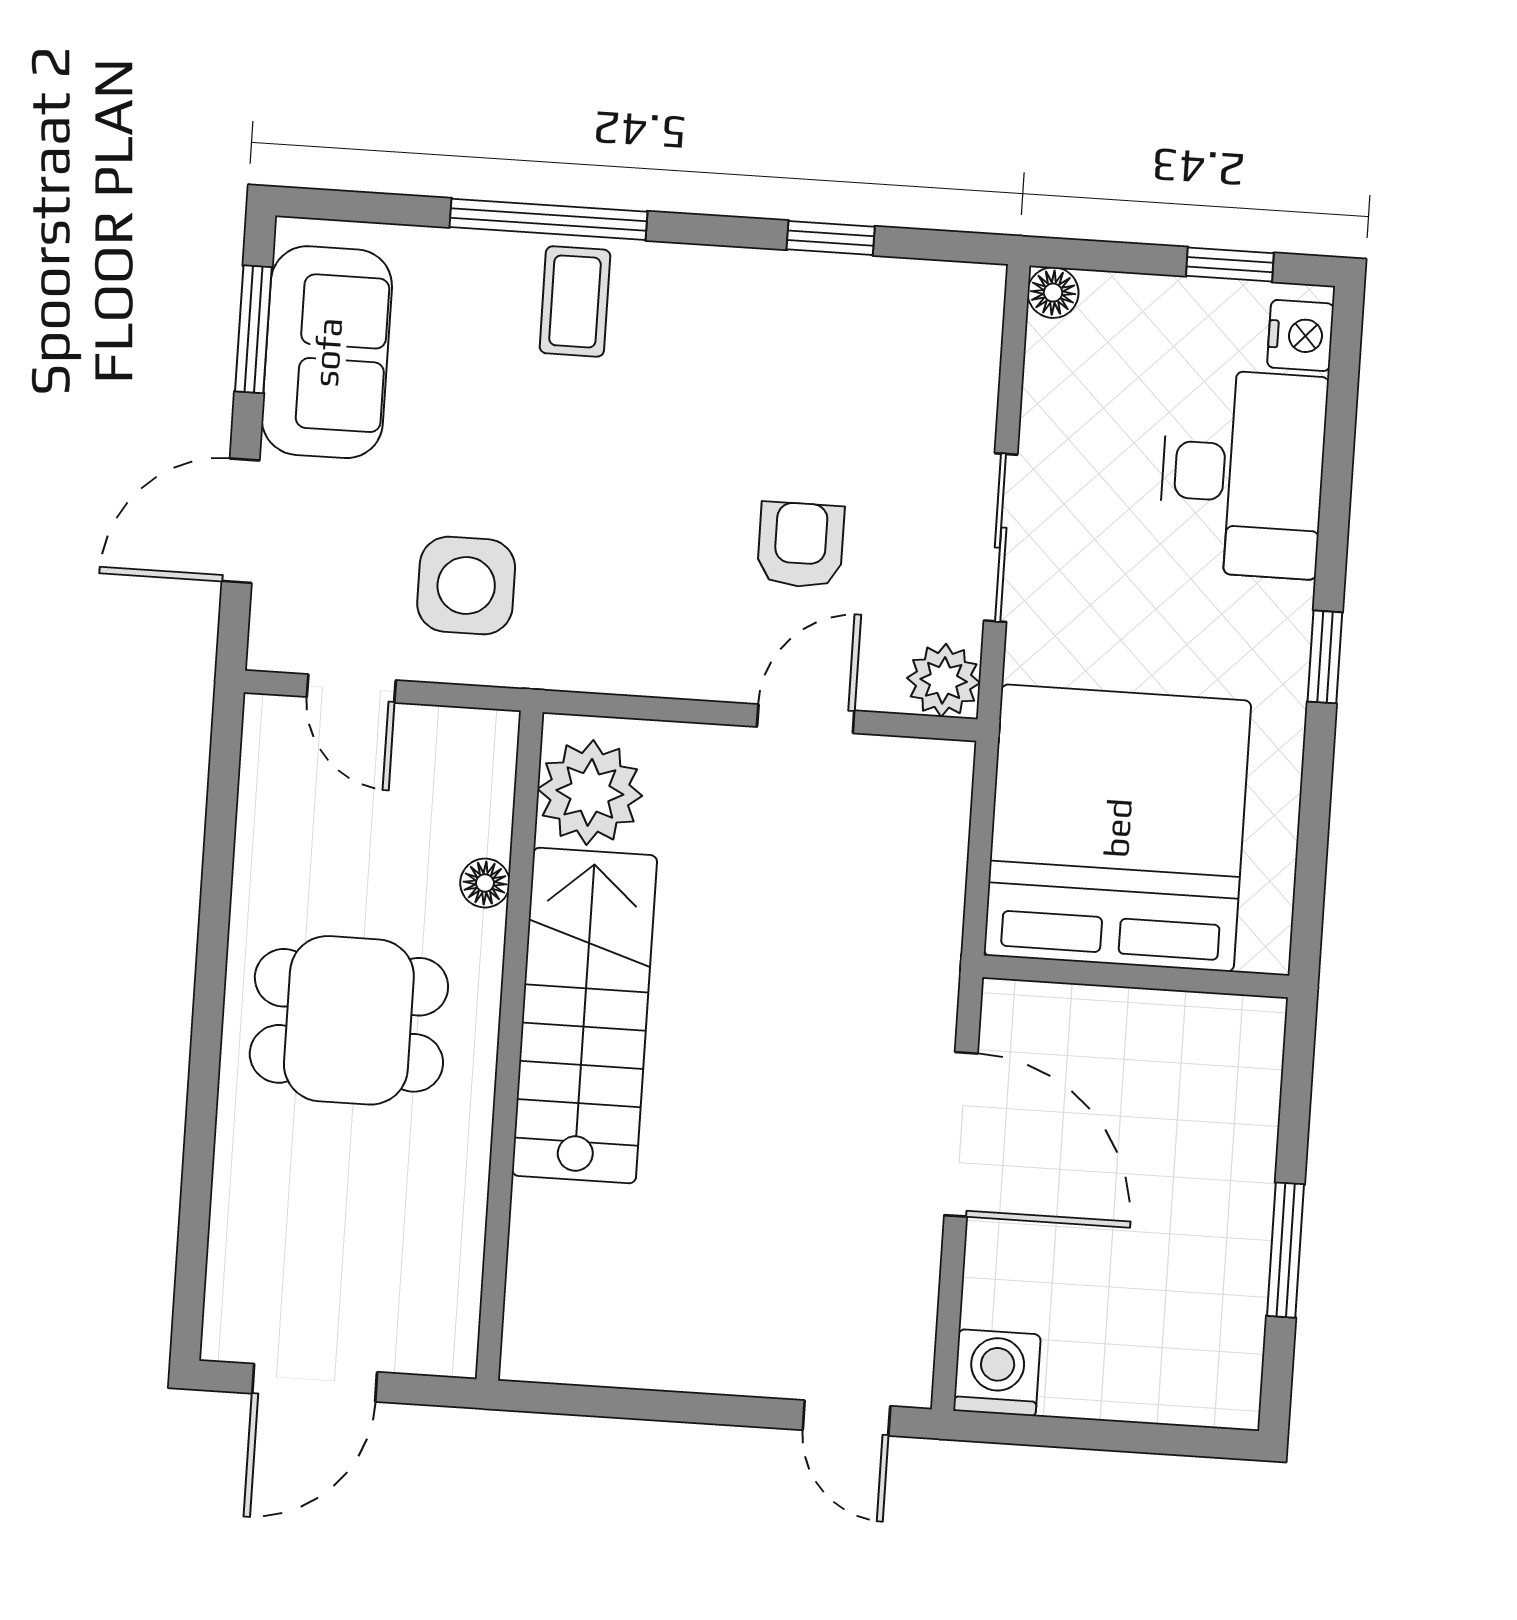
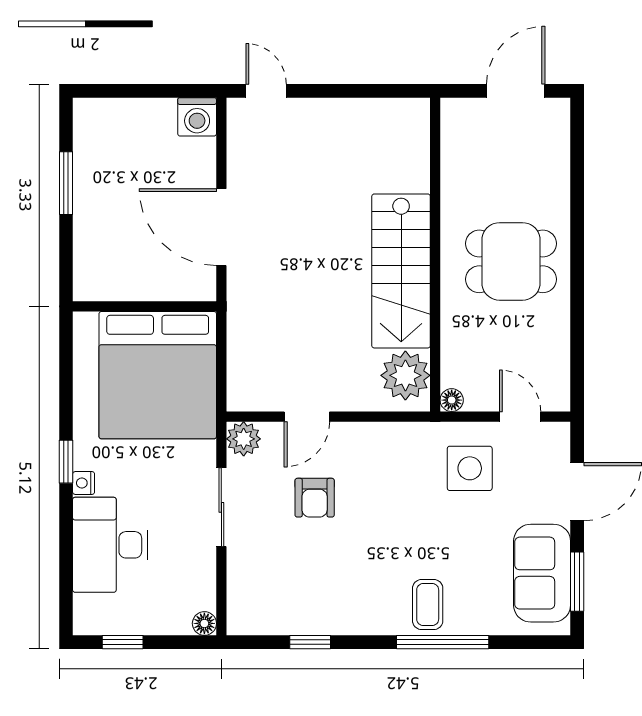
nightstand: (1300, 335) -> (84, 483), moved, width x0.72, depth x0.74
floor lamp: (485, 883) -> (452, 400), moved

